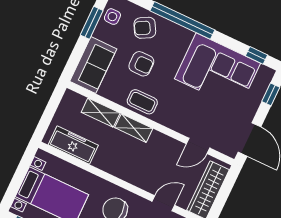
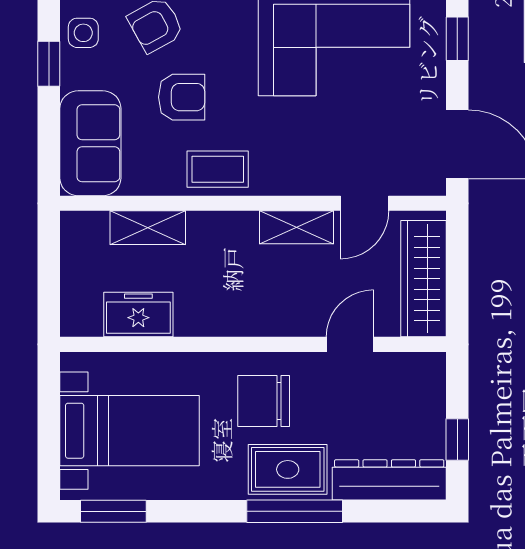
window: (92, 23) -> (49, 64), width x0.67
shelving: (134, 128) -> (296, 227), moved
freezer: (73, 145) -> (138, 314), width x0.71

